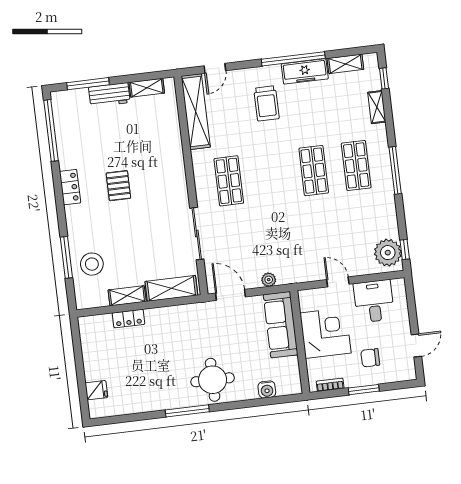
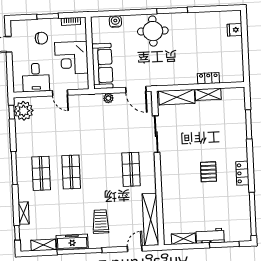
stool: (92, 264) -> (231, 118), removed

